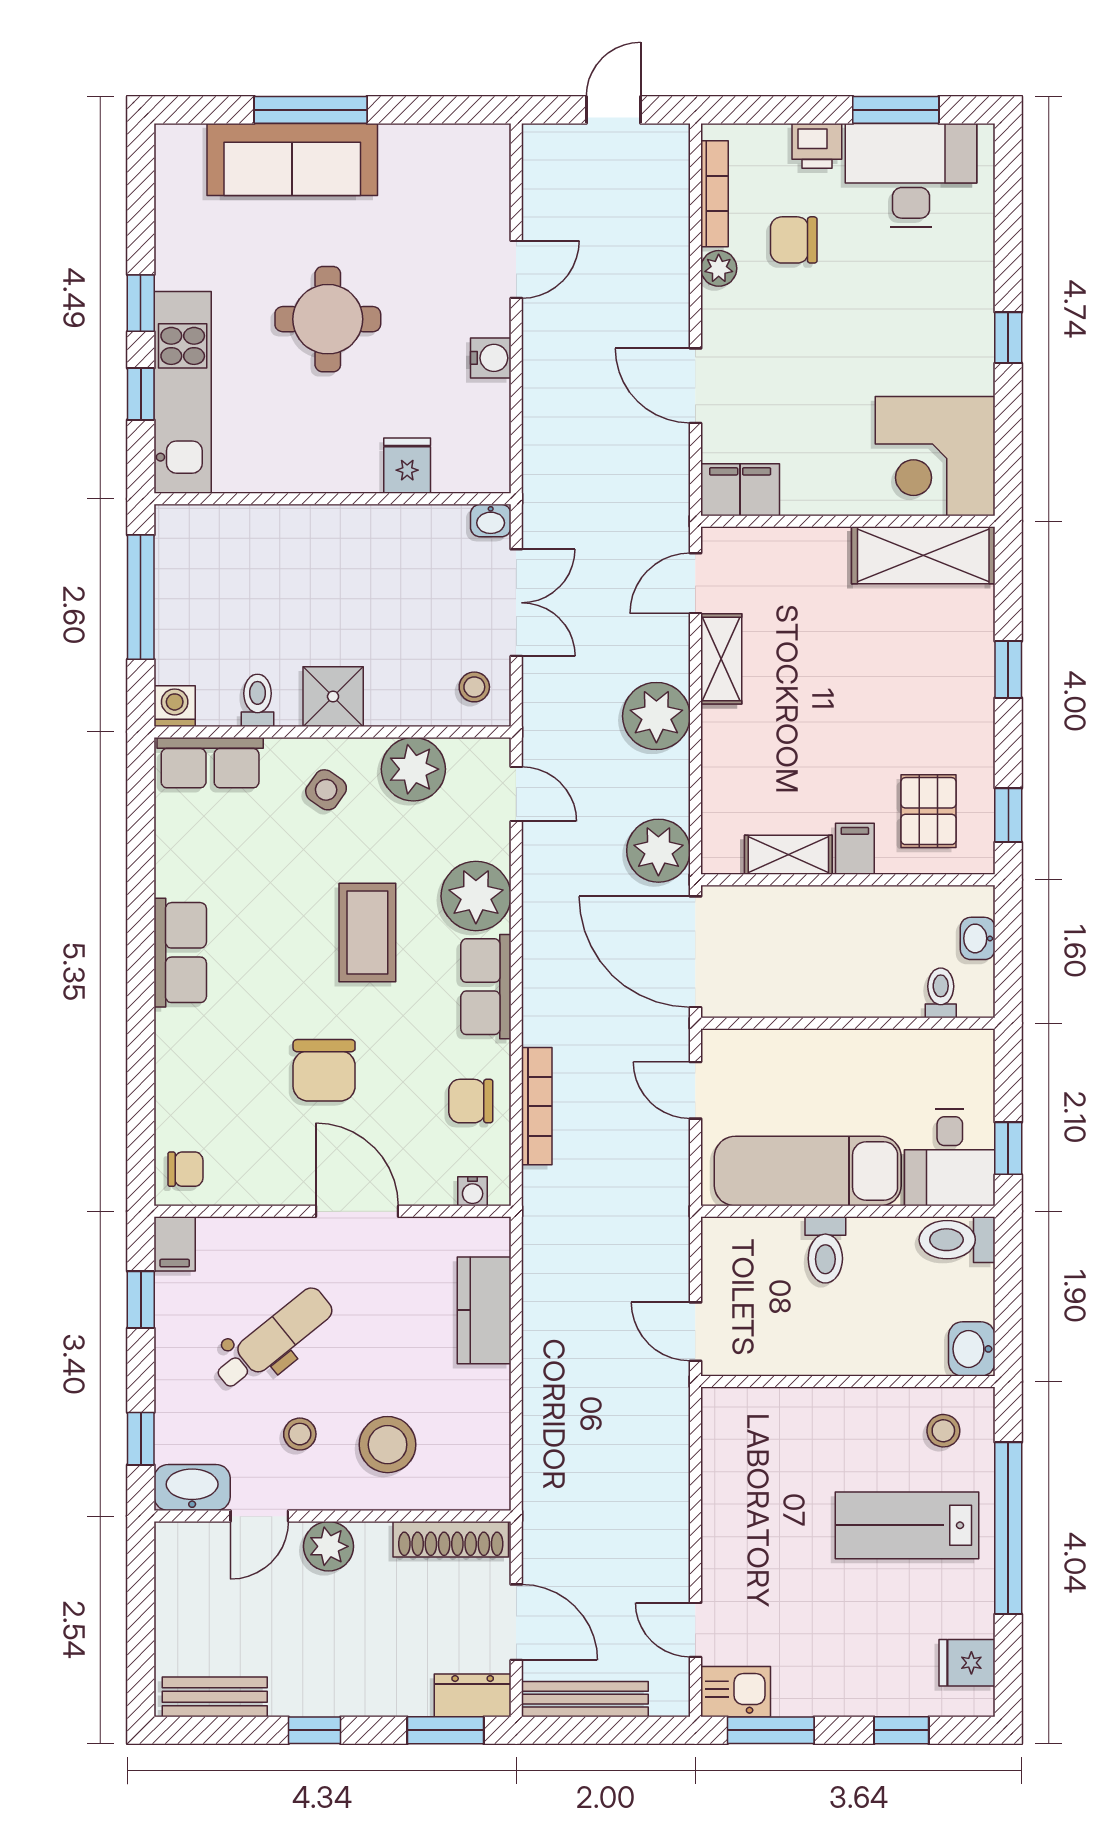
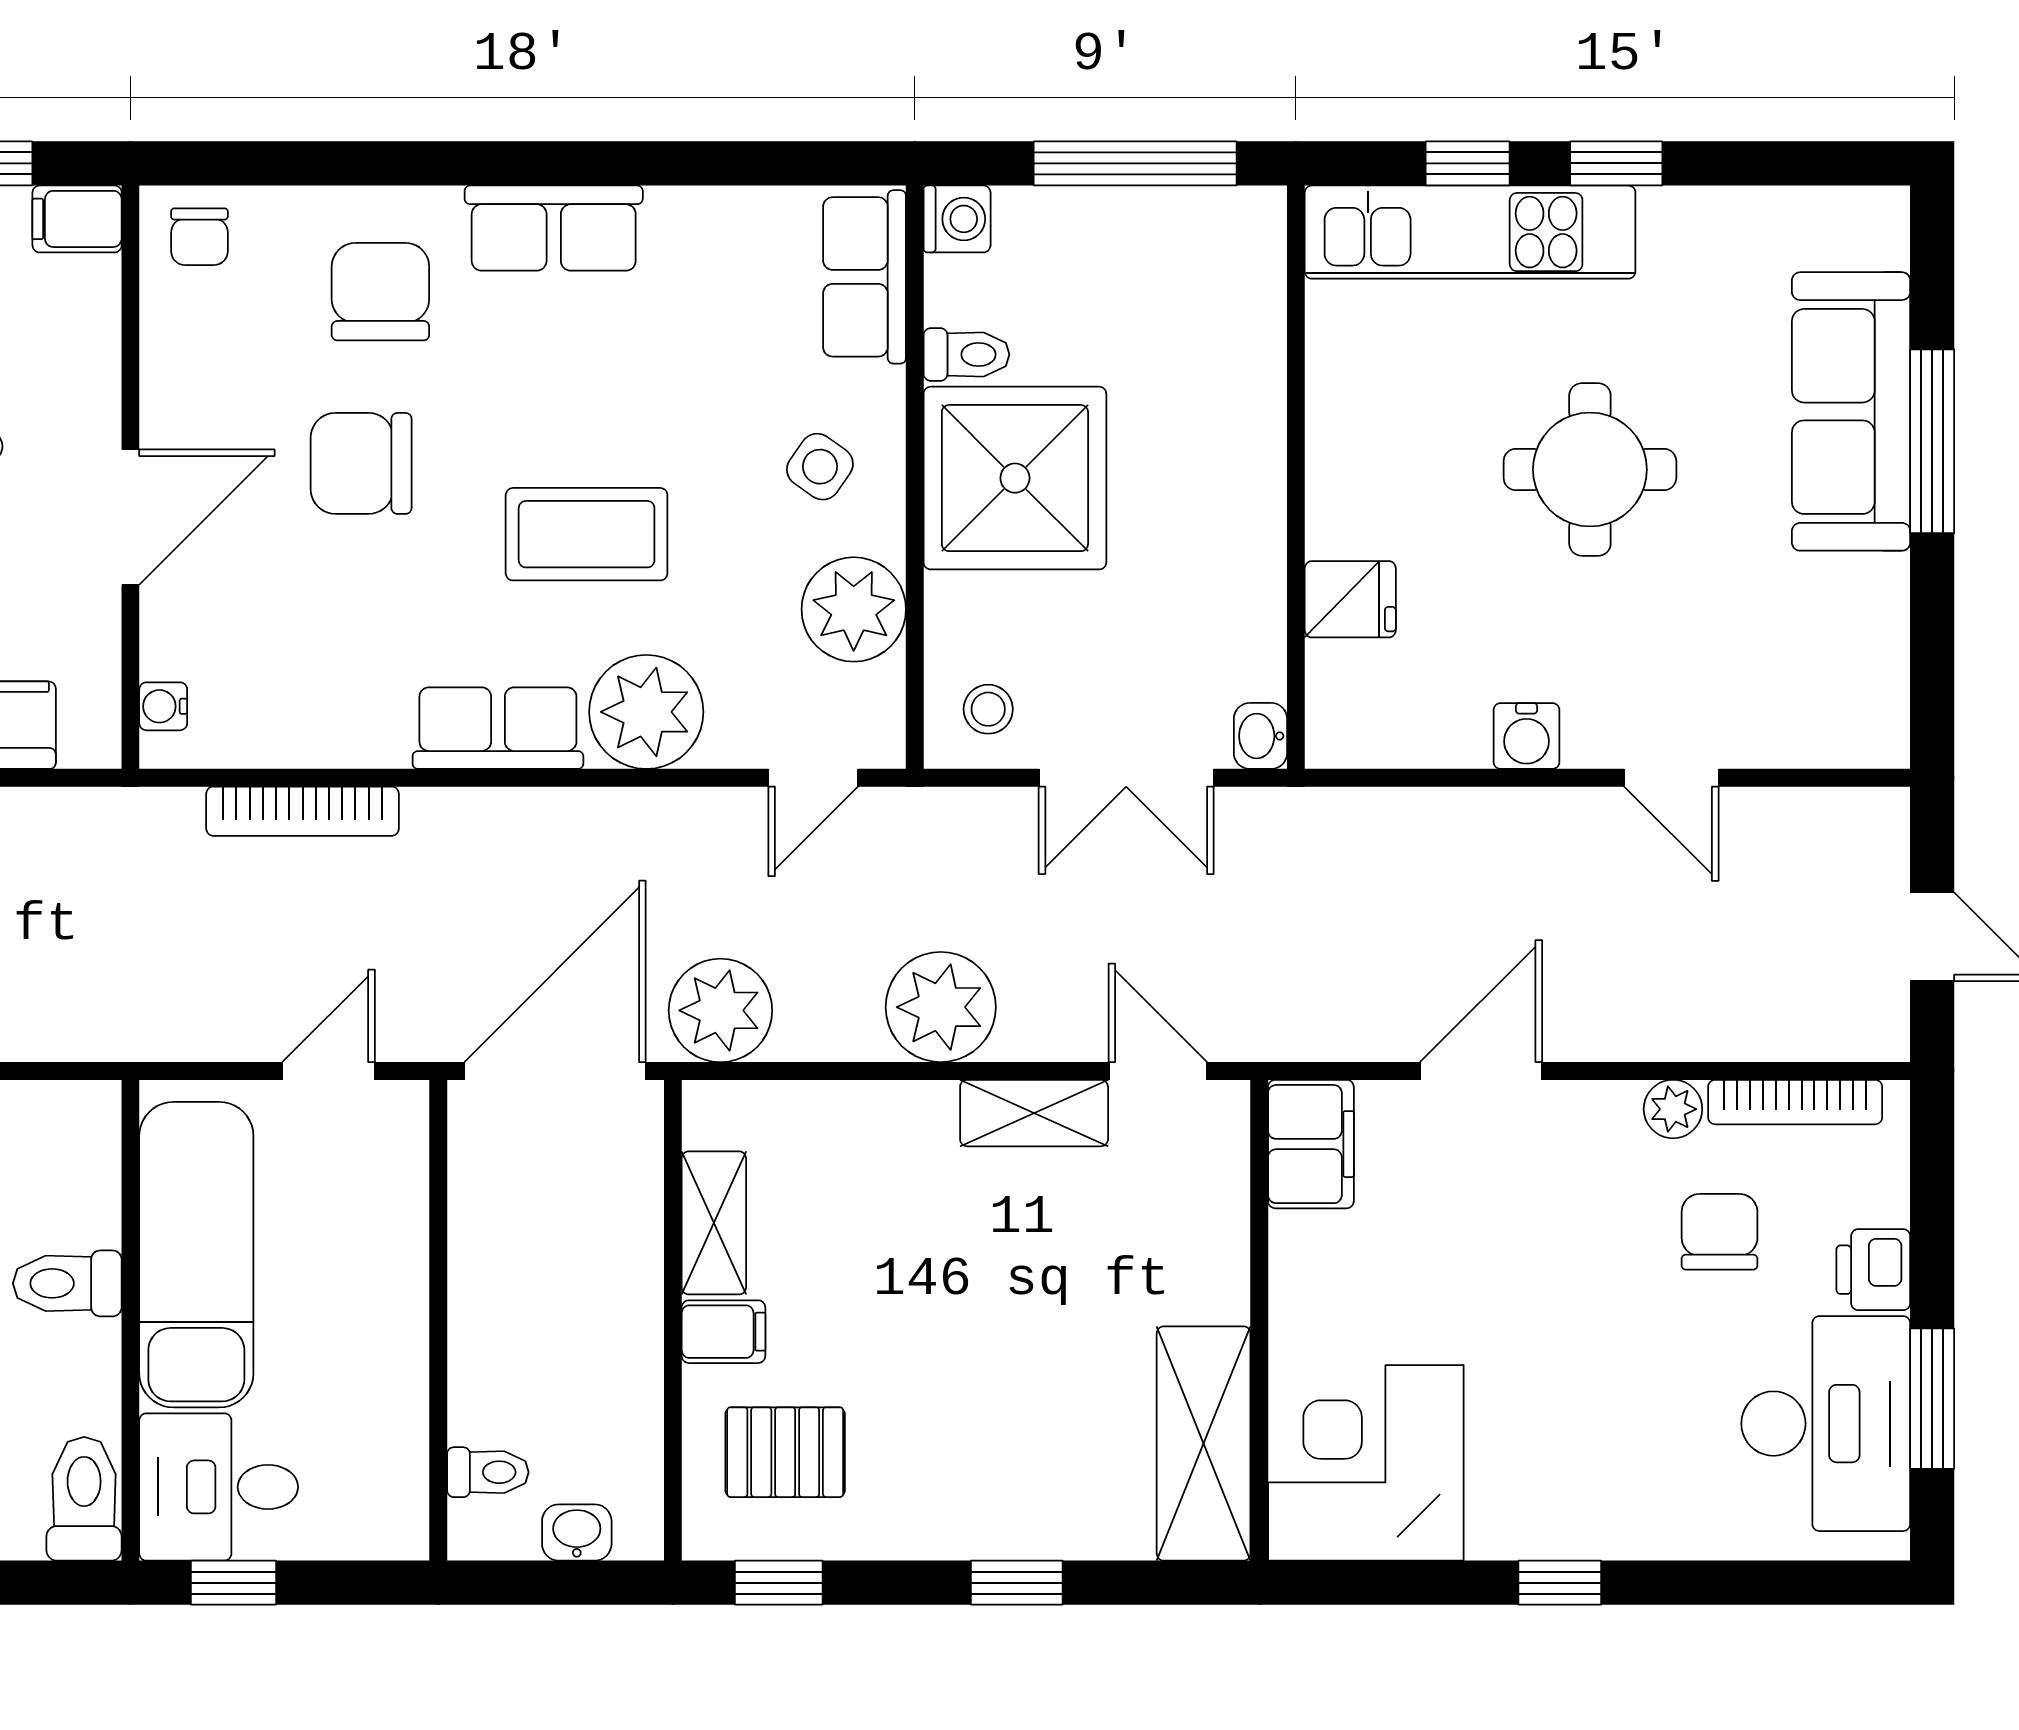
shower: (333, 697) -> (1015, 478), width x1.86, depth x1.86
chair: (471, 1101) -> (380, 292), moved, width x1.37, depth x1.37

